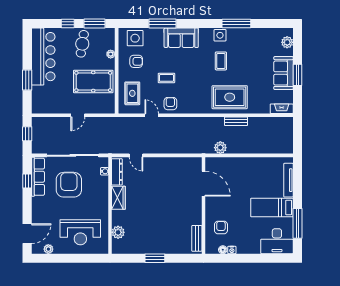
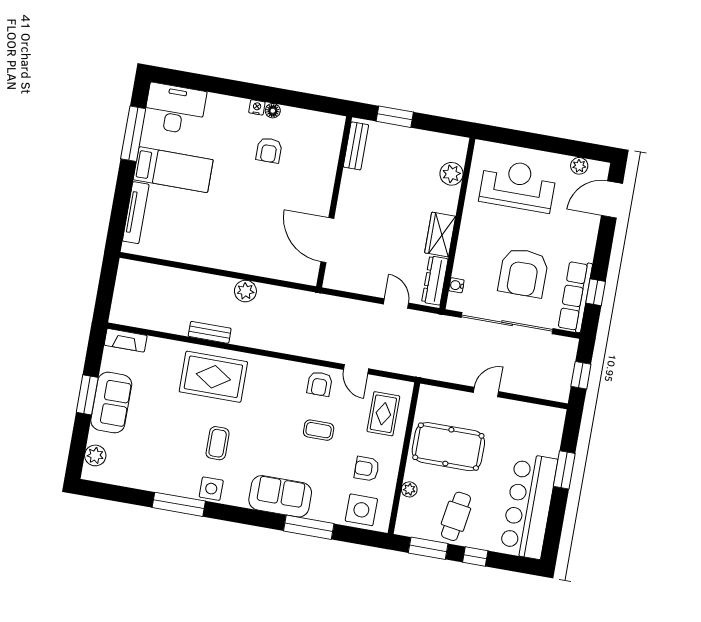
door: (203, 184) -> (327, 240), moved
wall: (203, 205) -> (334, 202), moved
bench: (197, 238) -> (356, 146), moved

